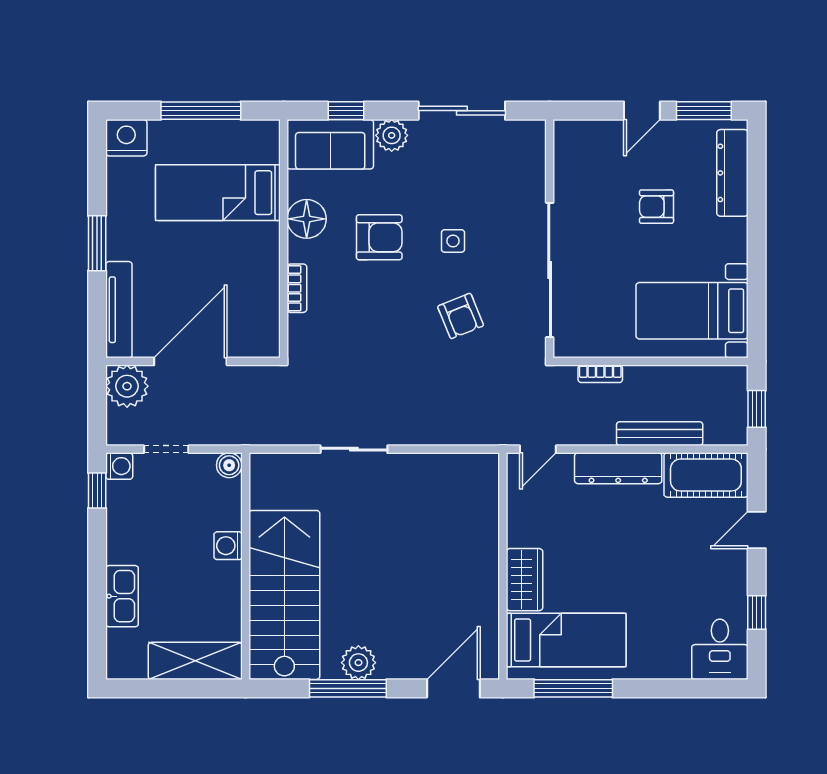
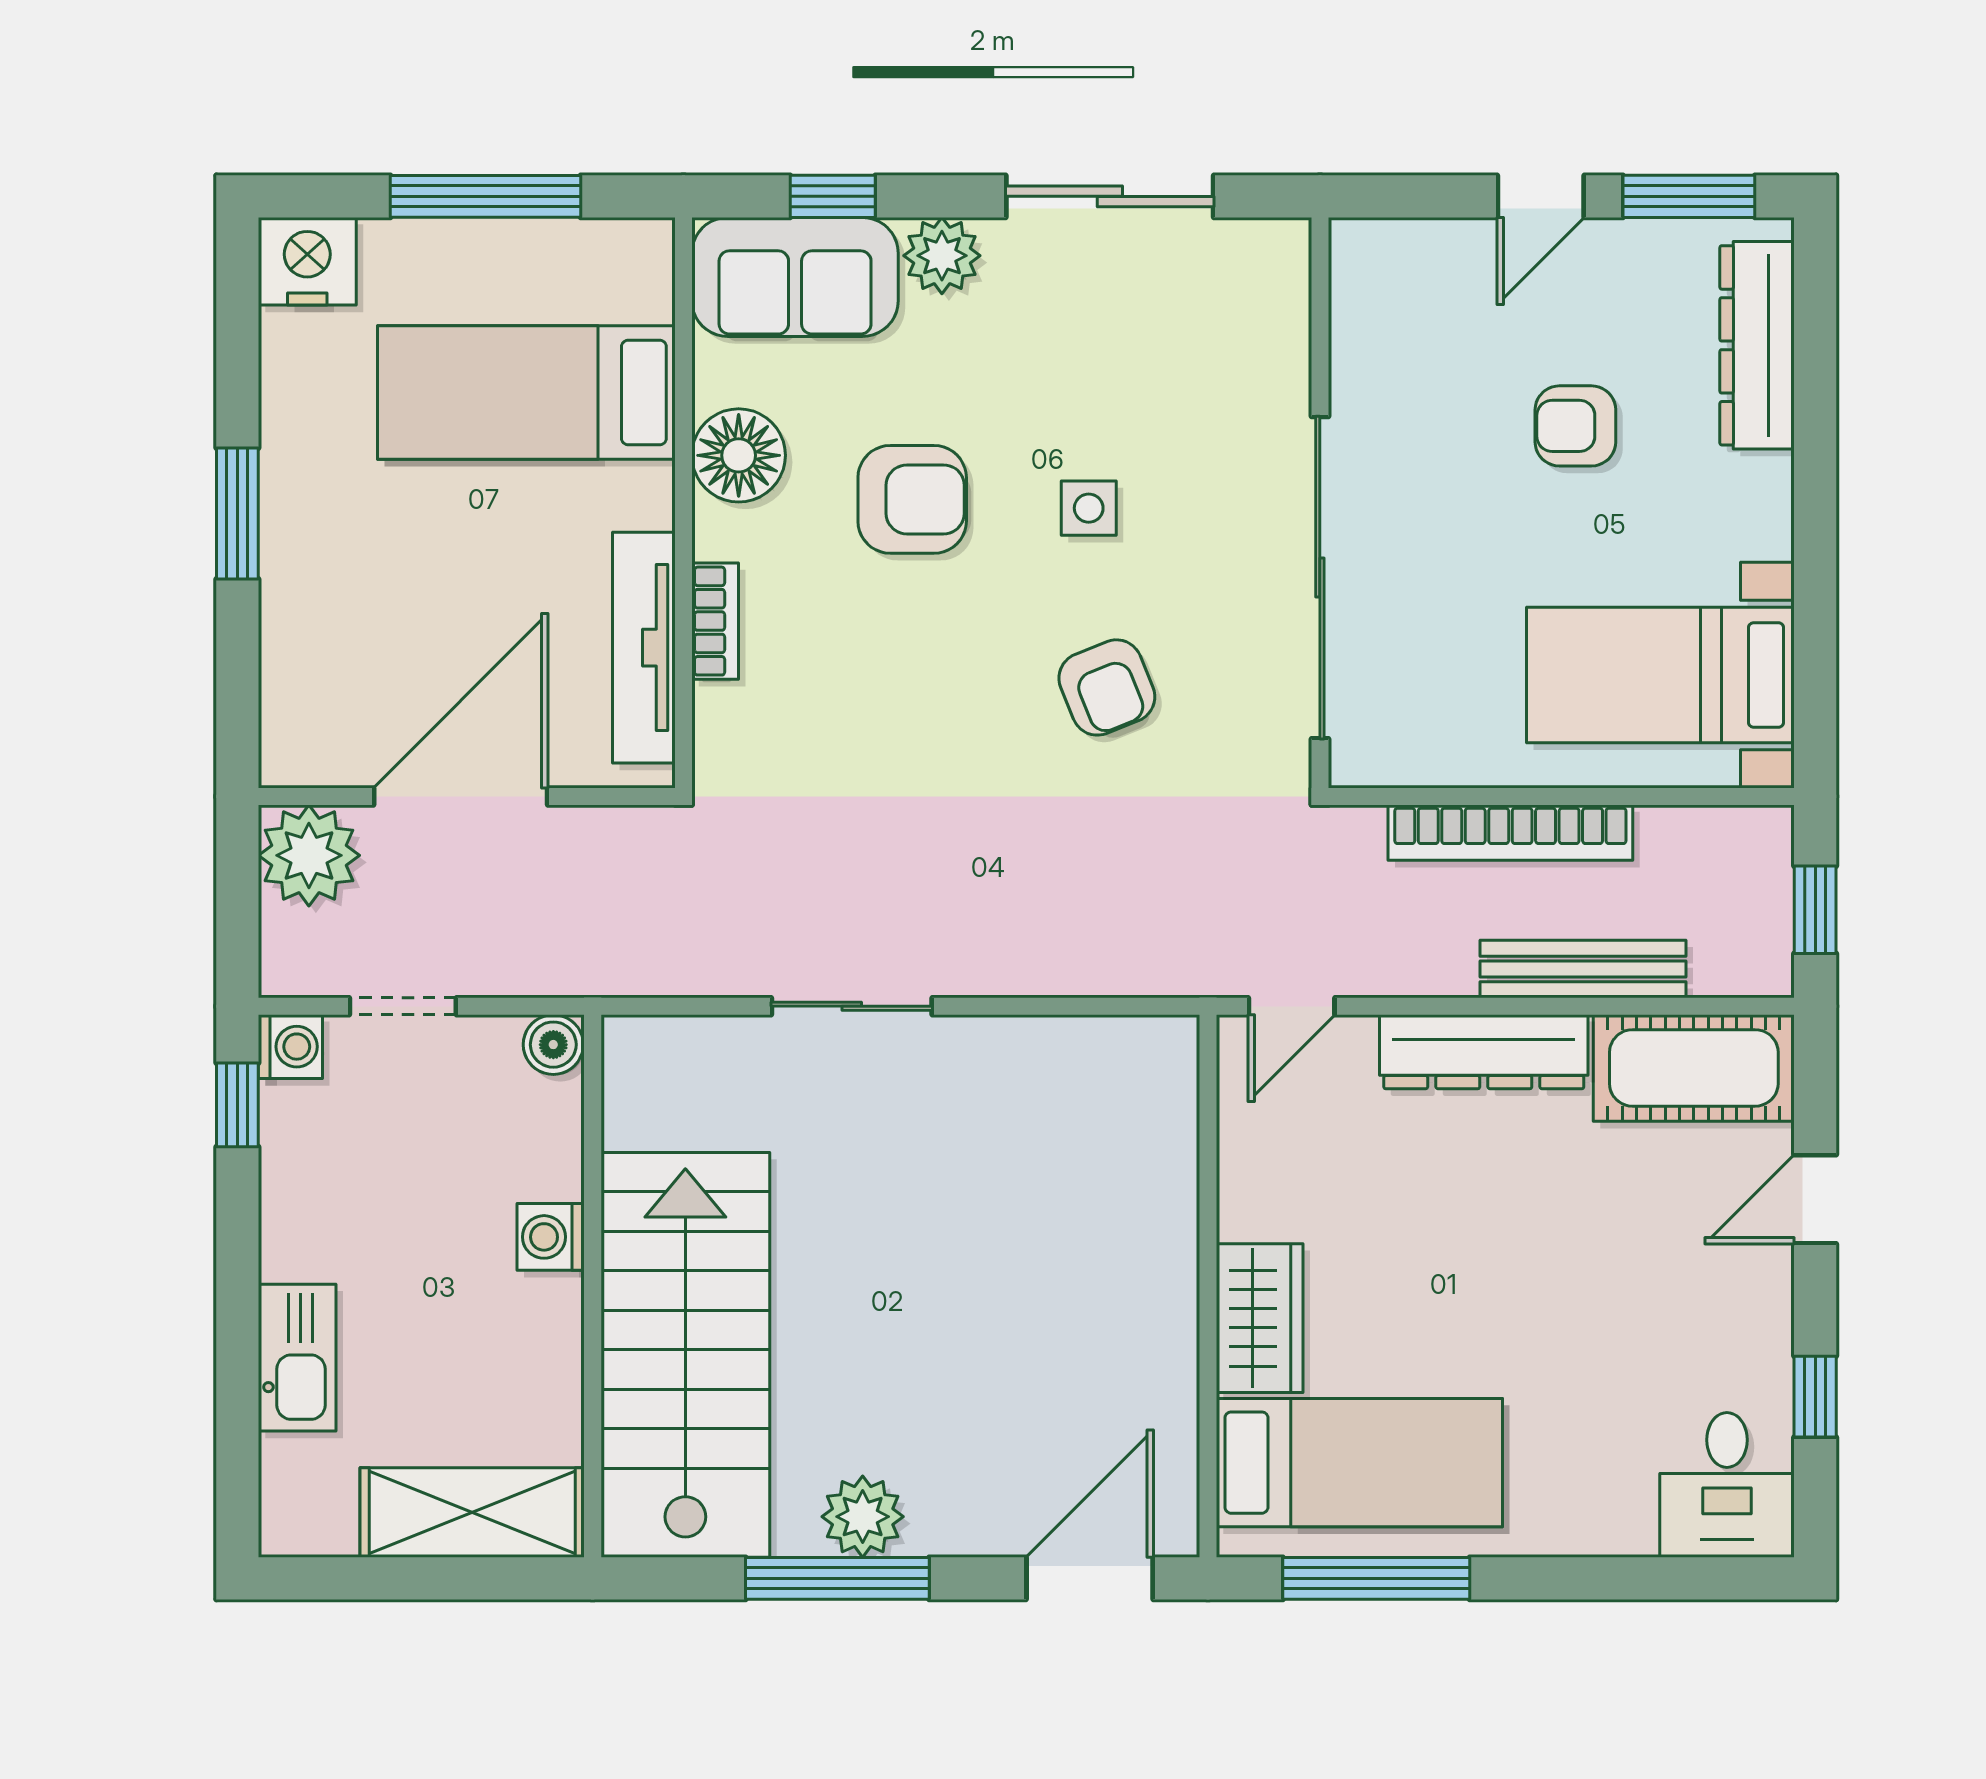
tv unit: (119, 310) -> (644, 648), moved, turned 180
bookcase: (600, 374) -> (1510, 833), width x2.31, depth x1.31

